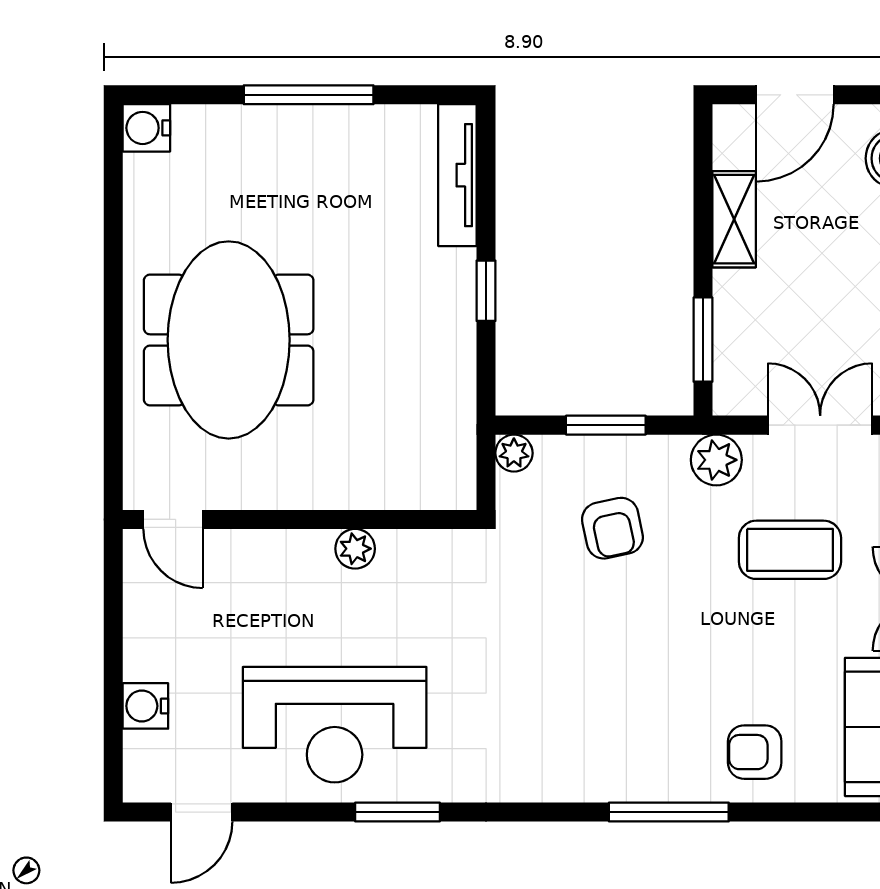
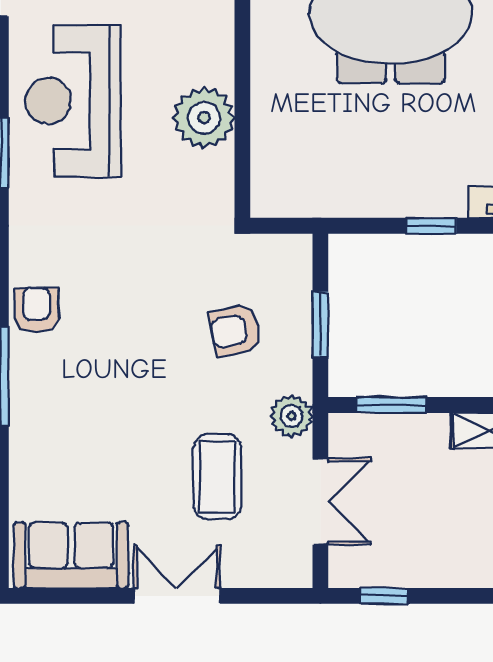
plant: (514, 453) -> (297, 249), removed
plant: (355, 549) -> (204, 118), width x1.88, depth x1.88
armchair: (755, 752) -> (37, 310), moved

